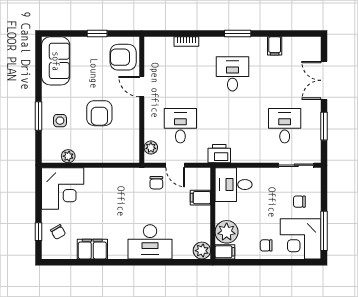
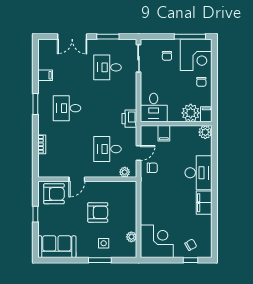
armchair: (123, 57) -> (54, 194), turned -90
filing cabinet: (92, 249) -> (204, 203), moved

